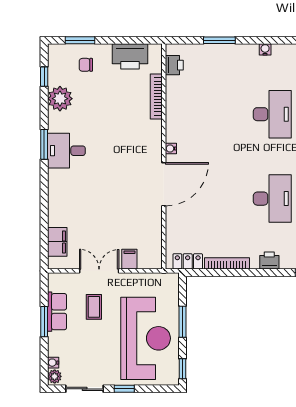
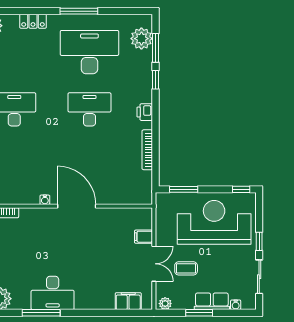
window: (44, 144) -> (41, 313), width x1.44
desk: (66, 151) -> (53, 293), width x1.37
locker: (188, 261) -> (145, 185), removed
double door: (99, 271) -> (154, 264), swing flipped
row of seats: (57, 312) -> (212, 301), moved
window: (183, 322) -> (184, 189), moved
plant: (55, 376) -> (165, 304), moved

